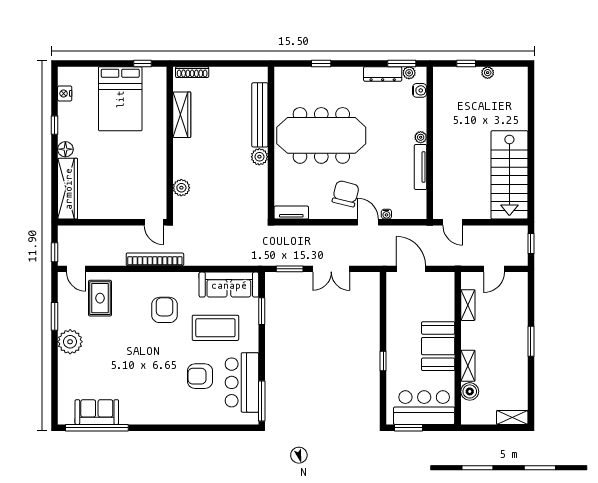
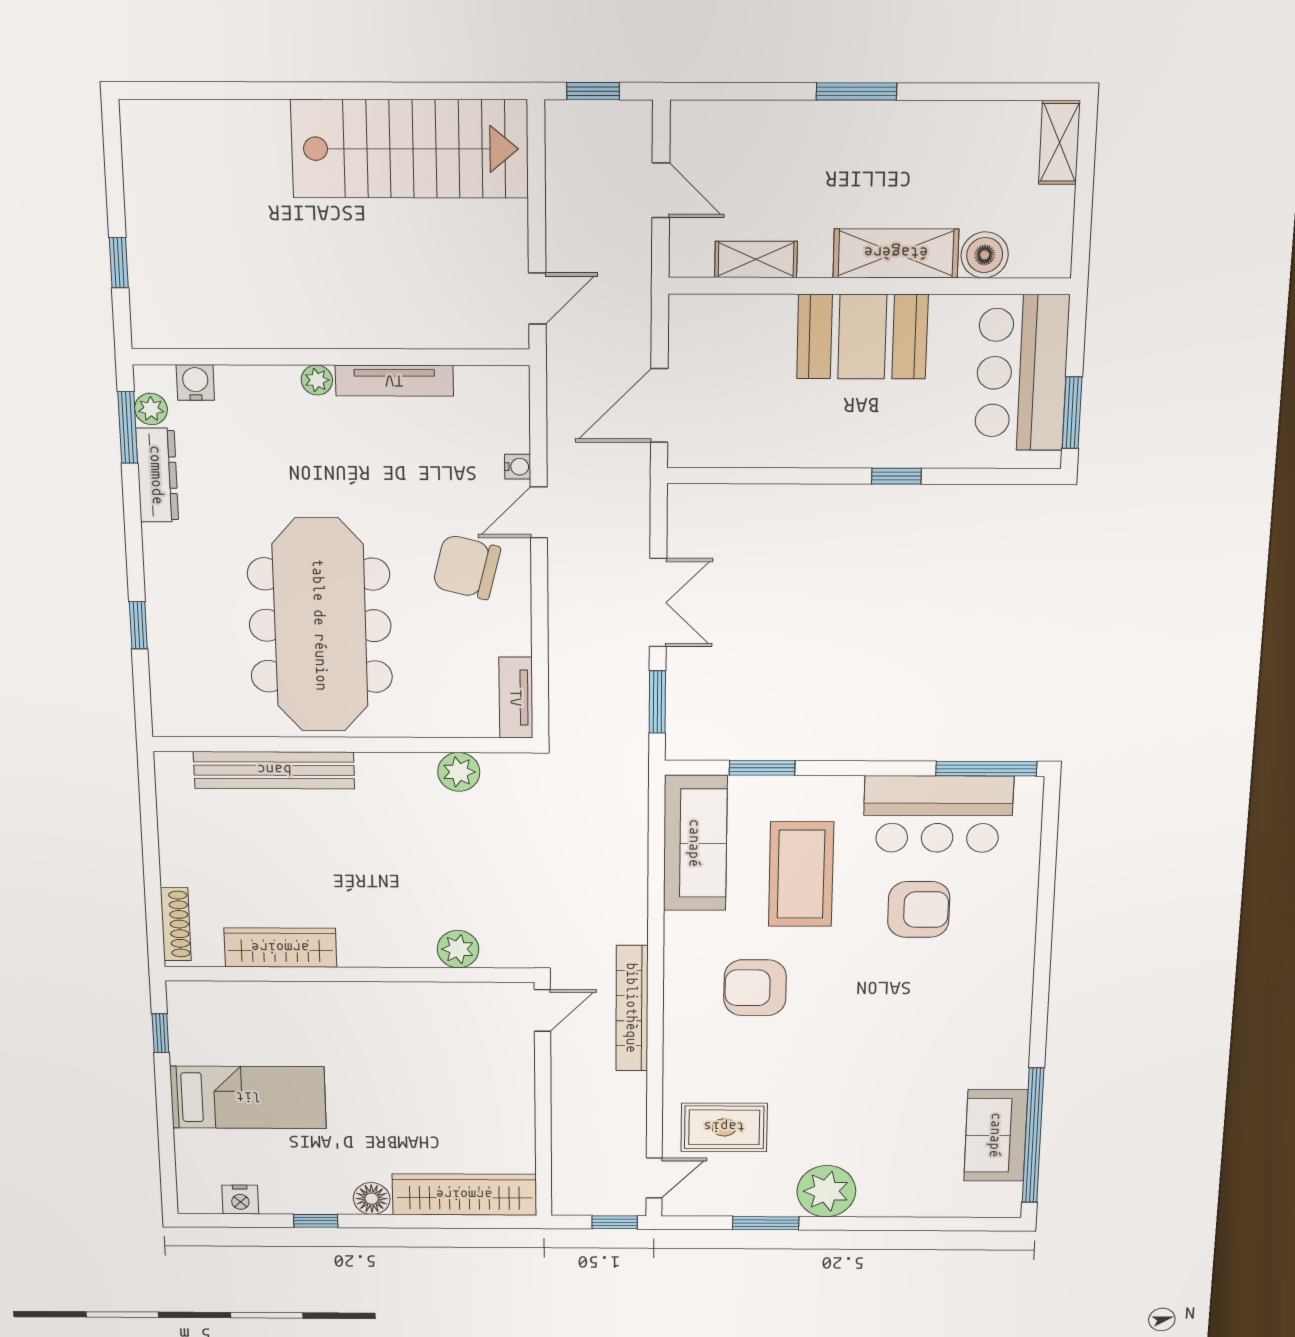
plant: (488, 73) -> (140, 206), removed
bed: (120, 99) -> (248, 1097), width x0.67
plant: (259, 157) -> (459, 772), moved
shelving: (468, 366) -> (896, 253), width x1.50, depth x1.33
armchair: (200, 376) -> (919, 909), turned -90

